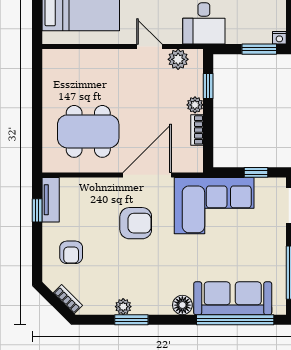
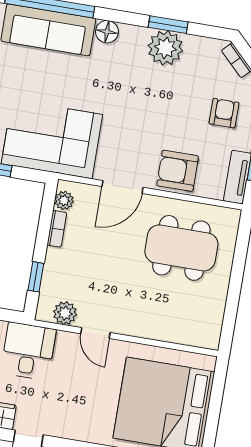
plant: (195, 105) -> (64, 200), moved
door: (147, 175) -> (122, 187), width x0.73
armchair: (136, 223) -> (178, 171), moved
plant: (123, 307) -> (165, 48), width x1.88, depth x1.88

